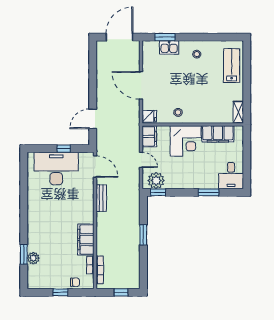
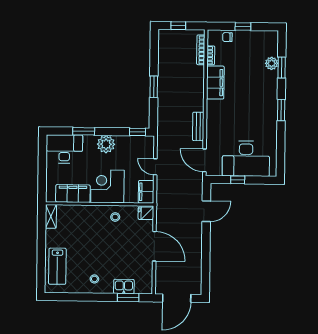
desk: (231, 176) -> (64, 149), width x1.37
plant: (156, 180) -> (106, 144), moved
window: (24, 214) -> (281, 110), added

